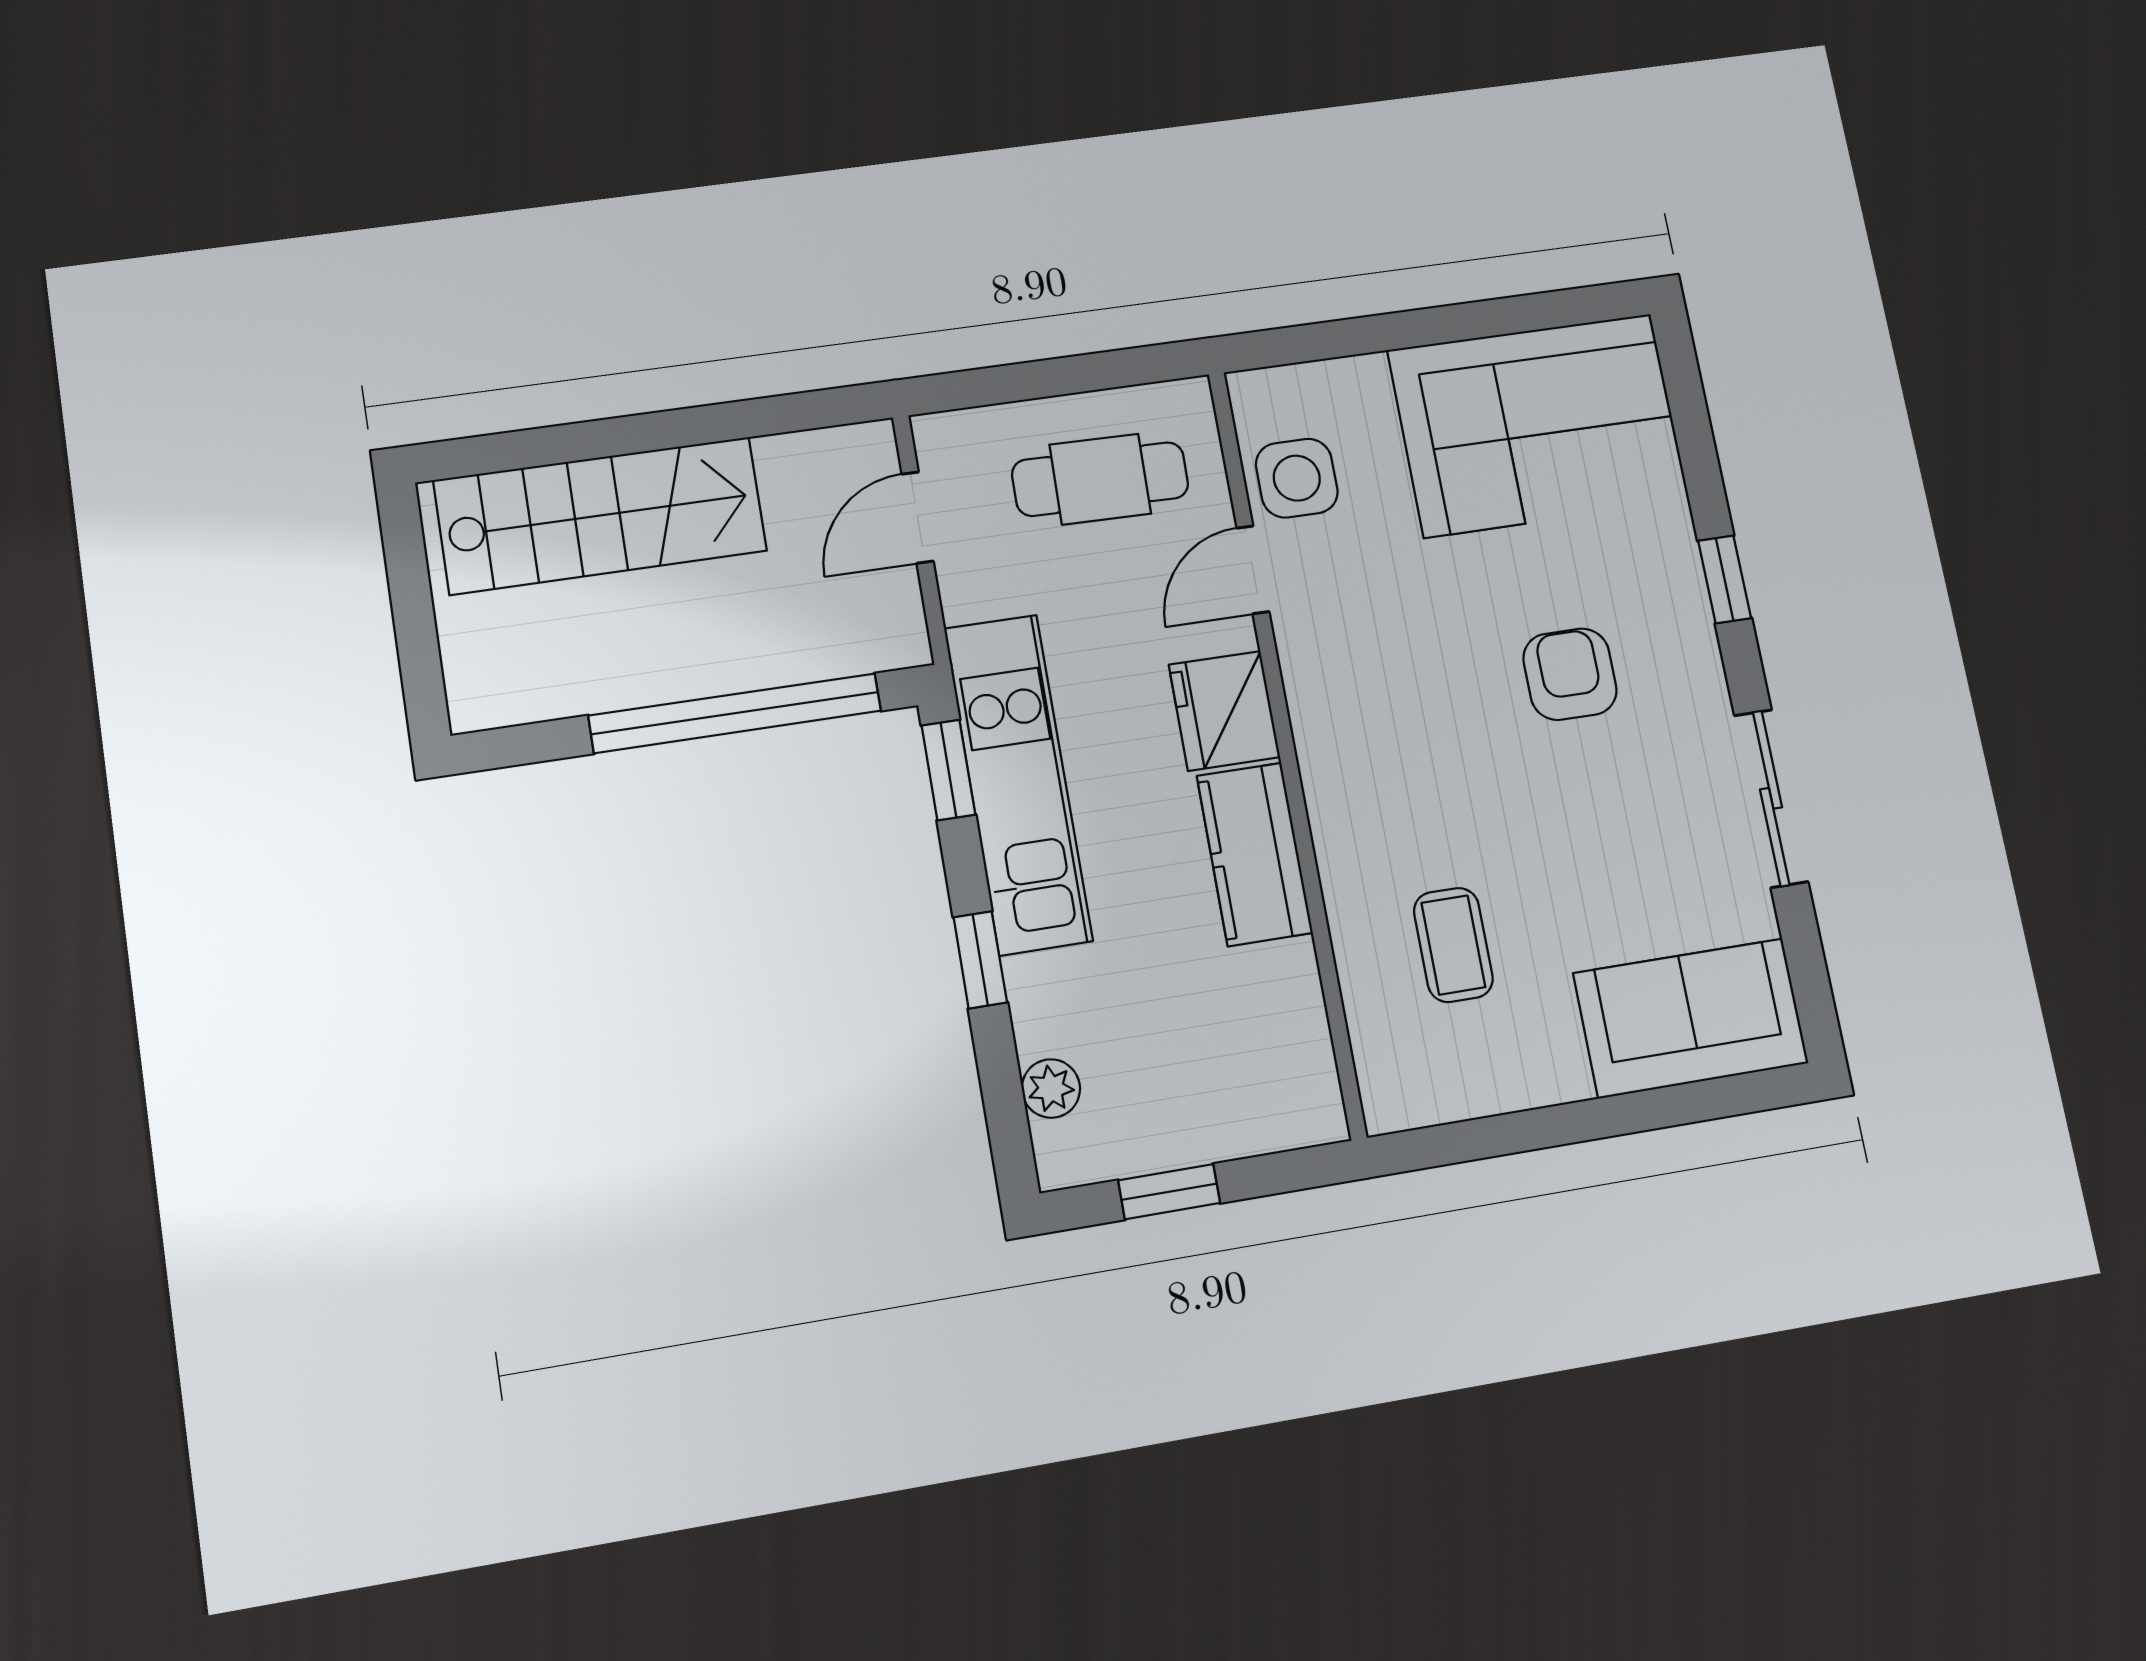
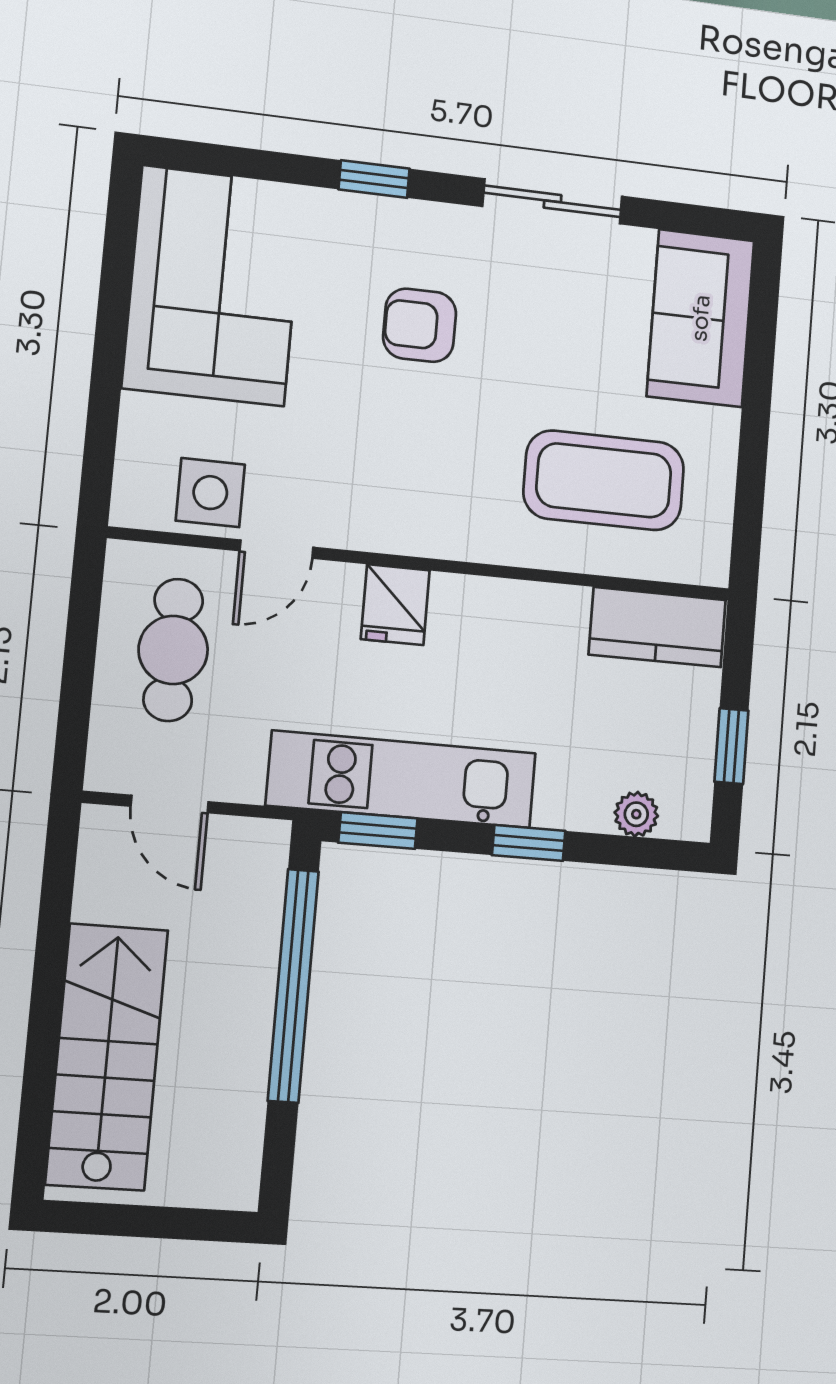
door: (1253, 570) -> (277, 549), hinge flipped
fridge: (1224, 711) -> (395, 605), width x0.72
kitchen counter: (1255, 854) -> (657, 627), moved
coffee table: (1453, 945) -> (604, 480), width x1.86, depth x1.72

